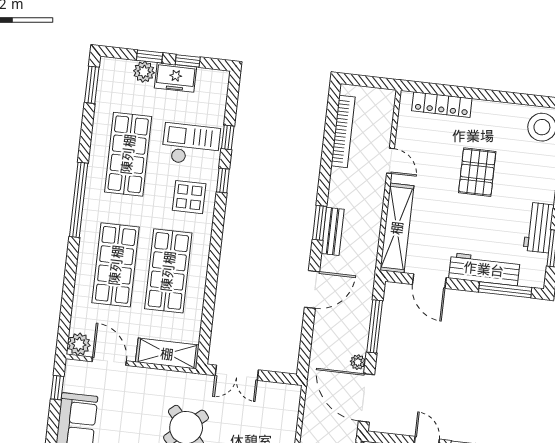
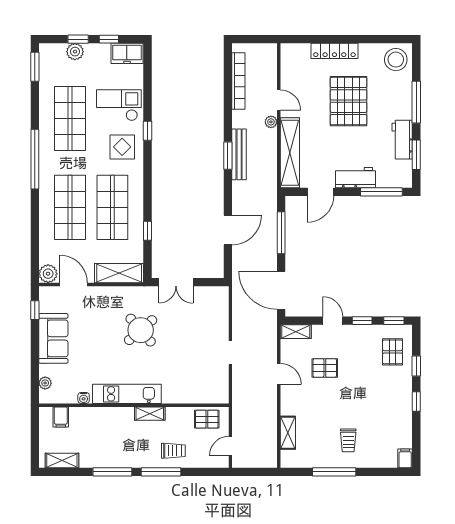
freezer: (176, 77) -> (127, 53), moved
locker: (442, 105) -> (334, 51), moved
window: (228, 137) -> (147, 231), moved
pallet: (477, 172) -> (349, 101), width x1.37, depth x1.41
bench: (333, 231) -> (239, 154), width x1.36
workbench: (484, 269) -> (355, 178), width x0.73
door: (429, 281) -> (320, 192), hinge flipped
door: (312, 289) -> (228, 230), moved
plant: (358, 362) -> (271, 122), moved

